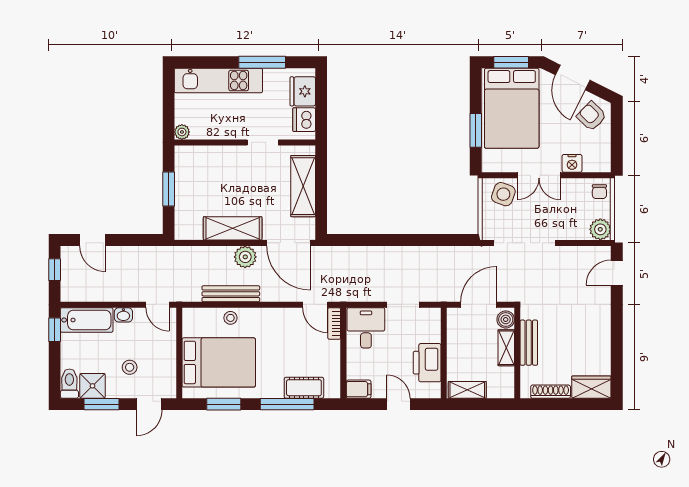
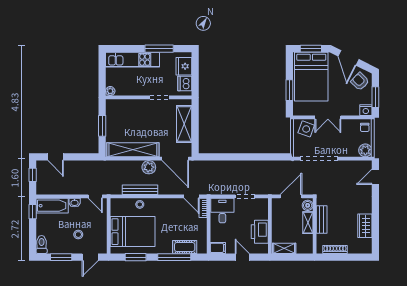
window: (617, 142) -> (375, 97), added
nightstand: (572, 163) -> (366, 110), moved
shelving: (233, 228) -> (133, 150), width x1.47
shower: (92, 386) -> (56, 246), removed
wardrobe: (591, 387) -> (365, 226), moved, turned -90

